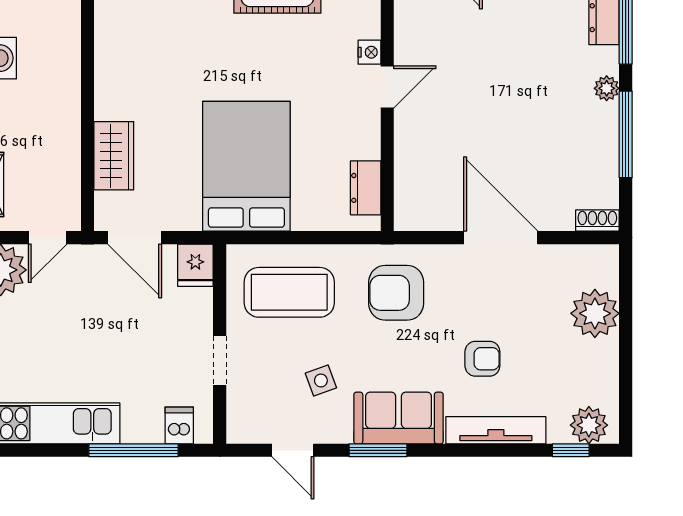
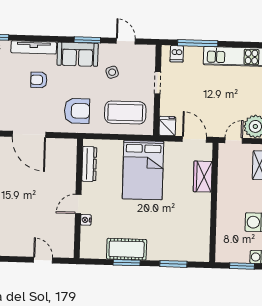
dresser: (366, 188) -> (89, 164), width x1.44

